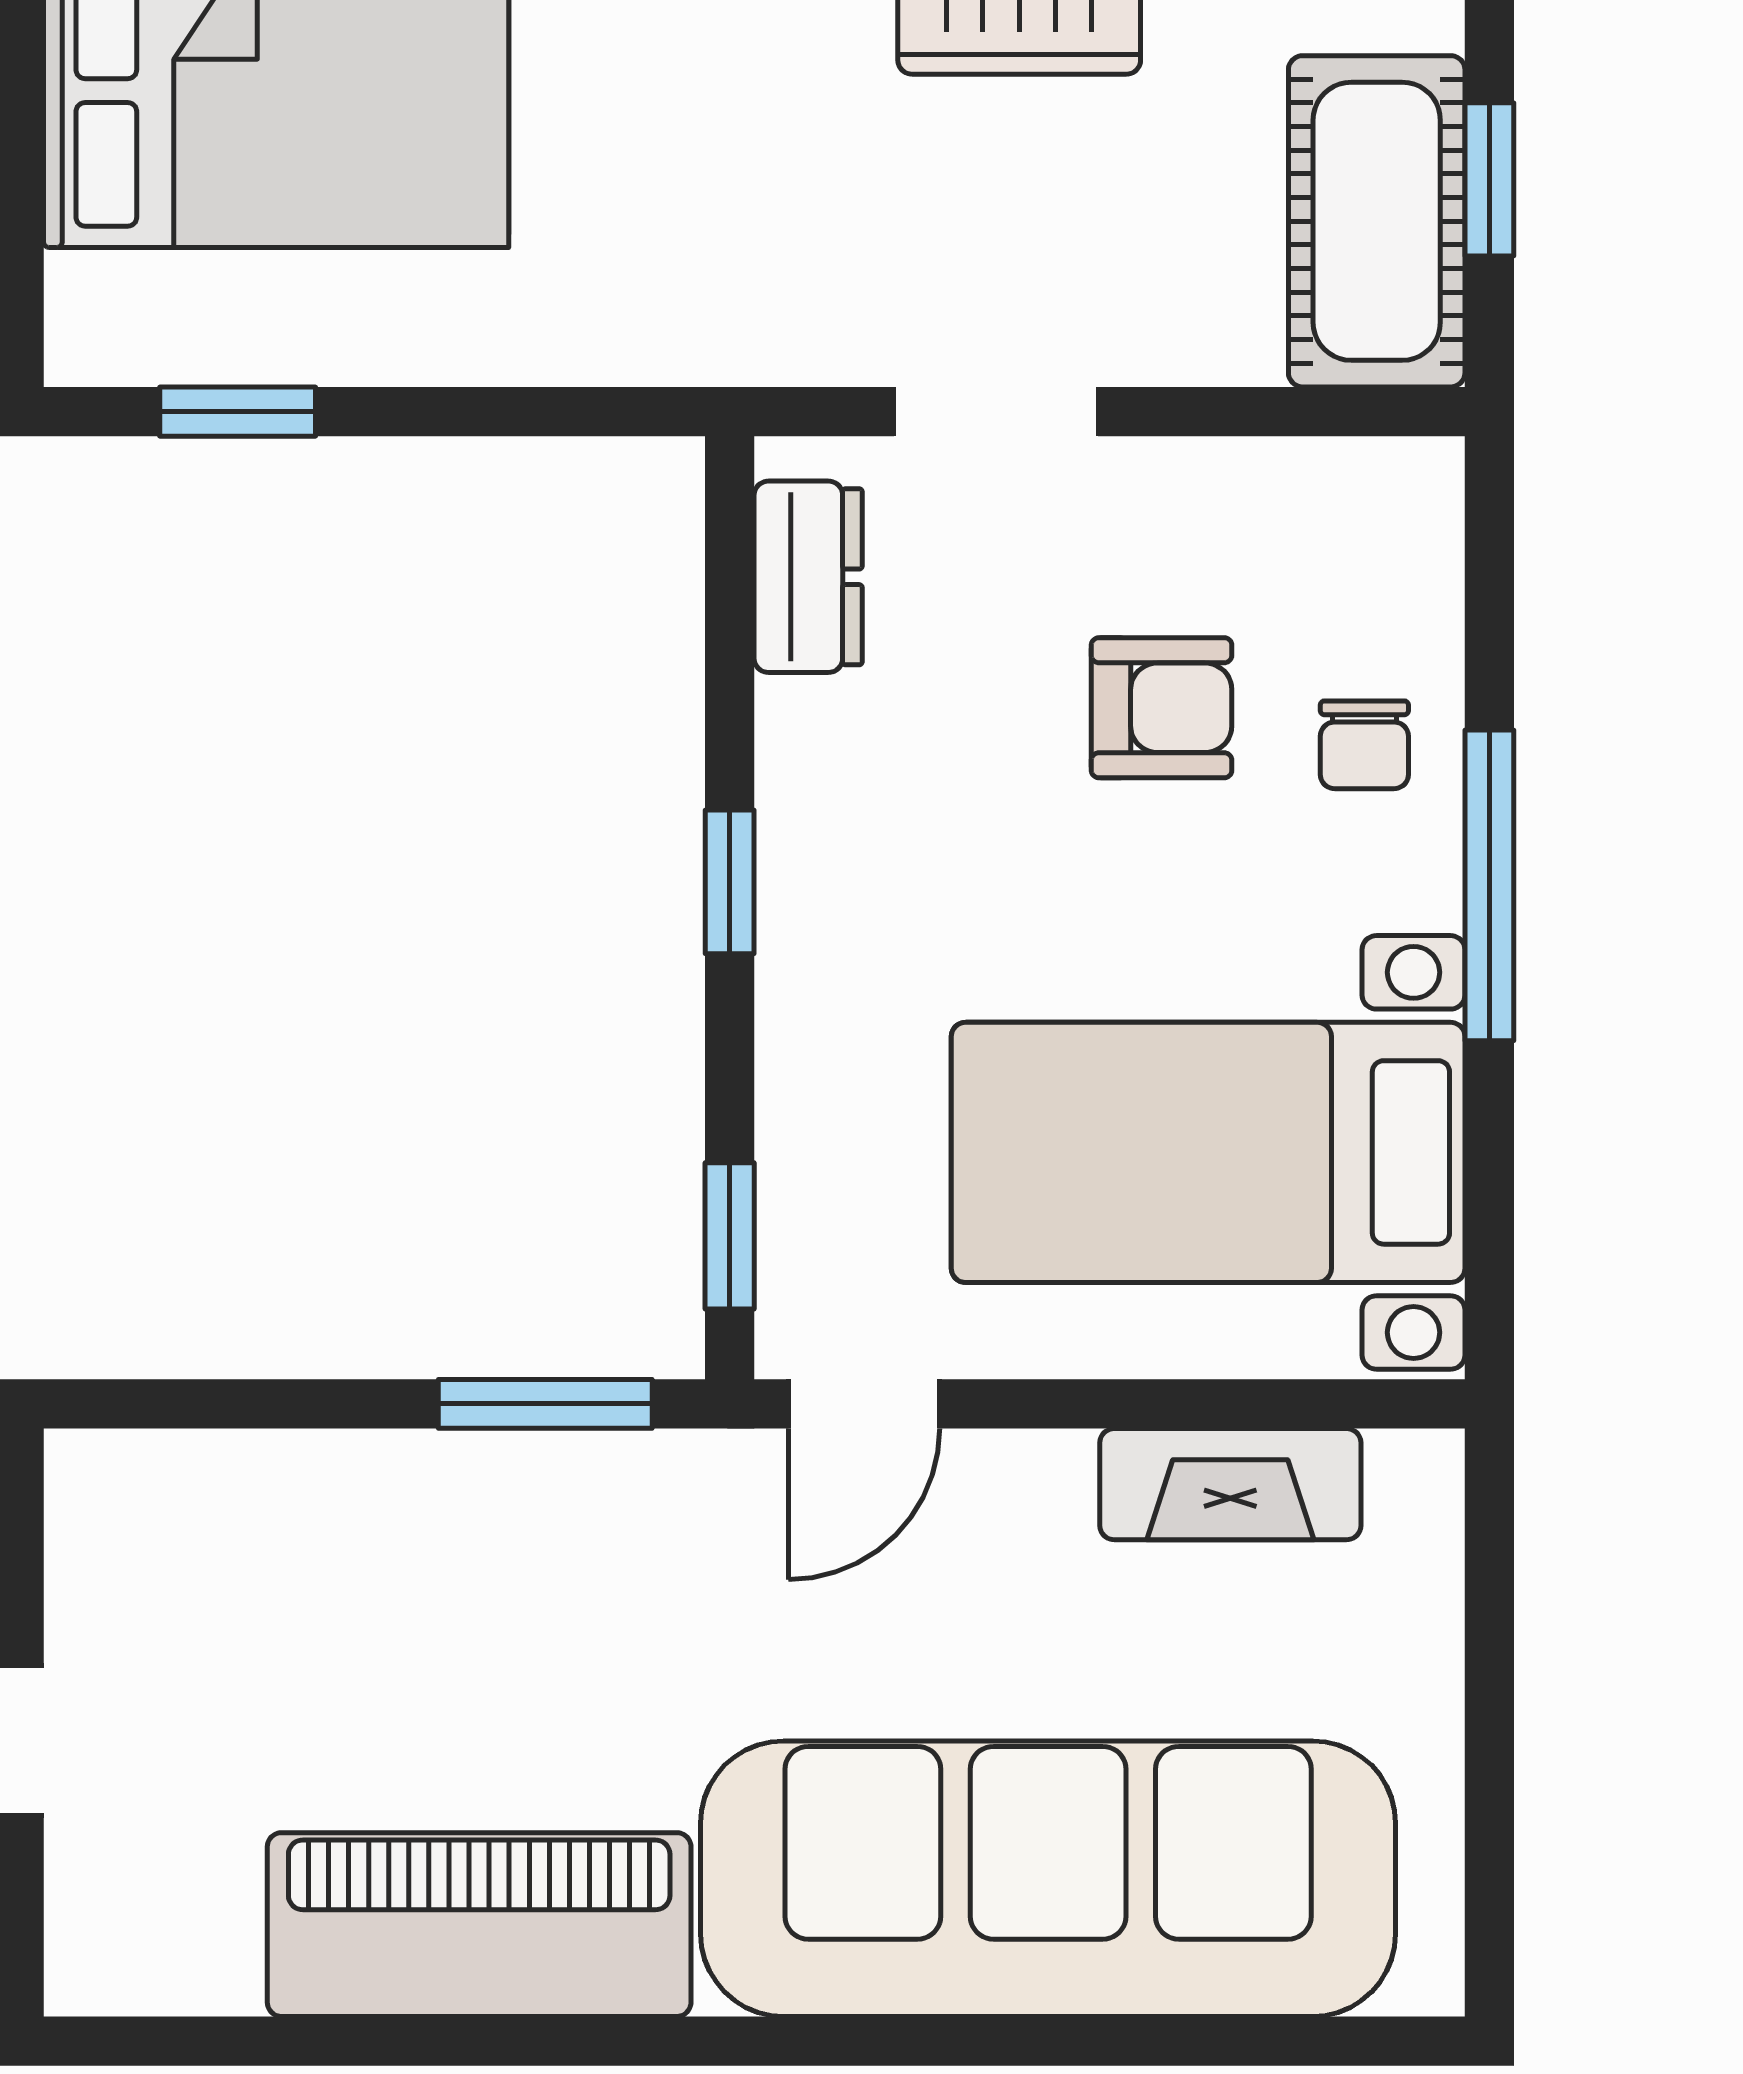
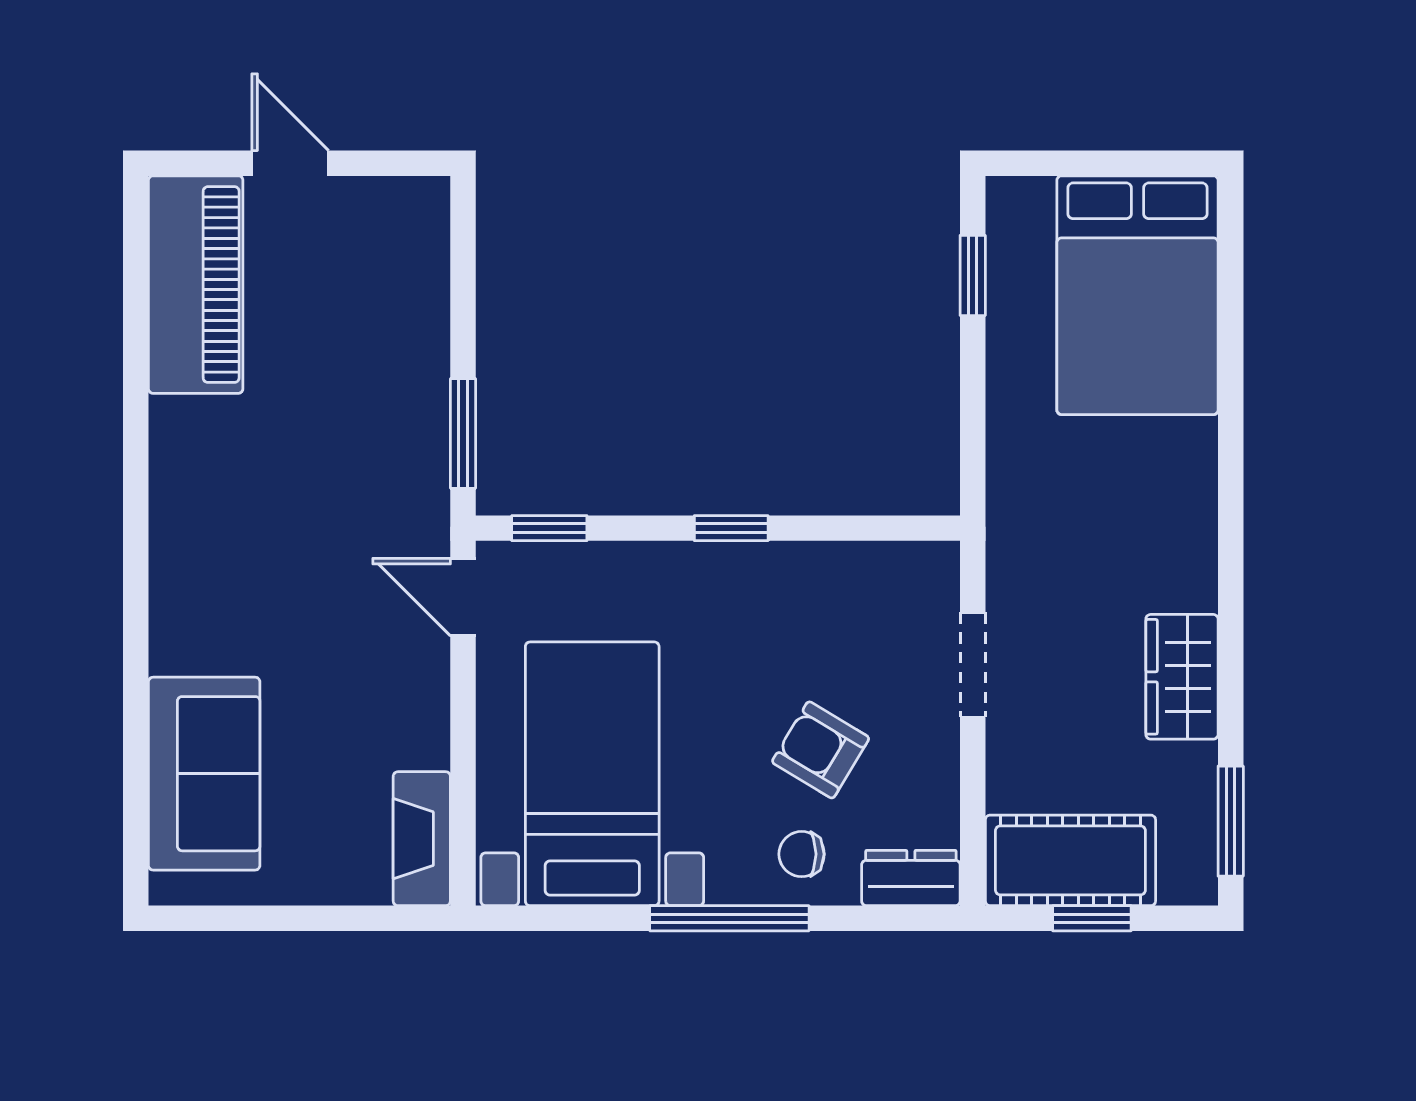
dresser: (808, 577) -> (911, 878), moved, turned 180
armchair: (1162, 708) -> (821, 750), turned 121
fireplace: (1230, 1484) -> (422, 839), moved
sofa: (1048, 1879) -> (204, 774), width x0.54, depth x0.79
piano: (479, 1925) -> (196, 285), moved

